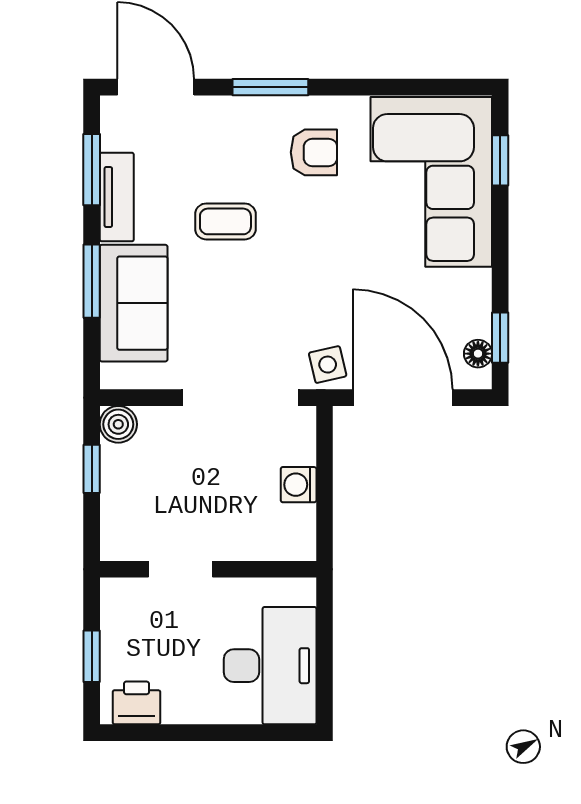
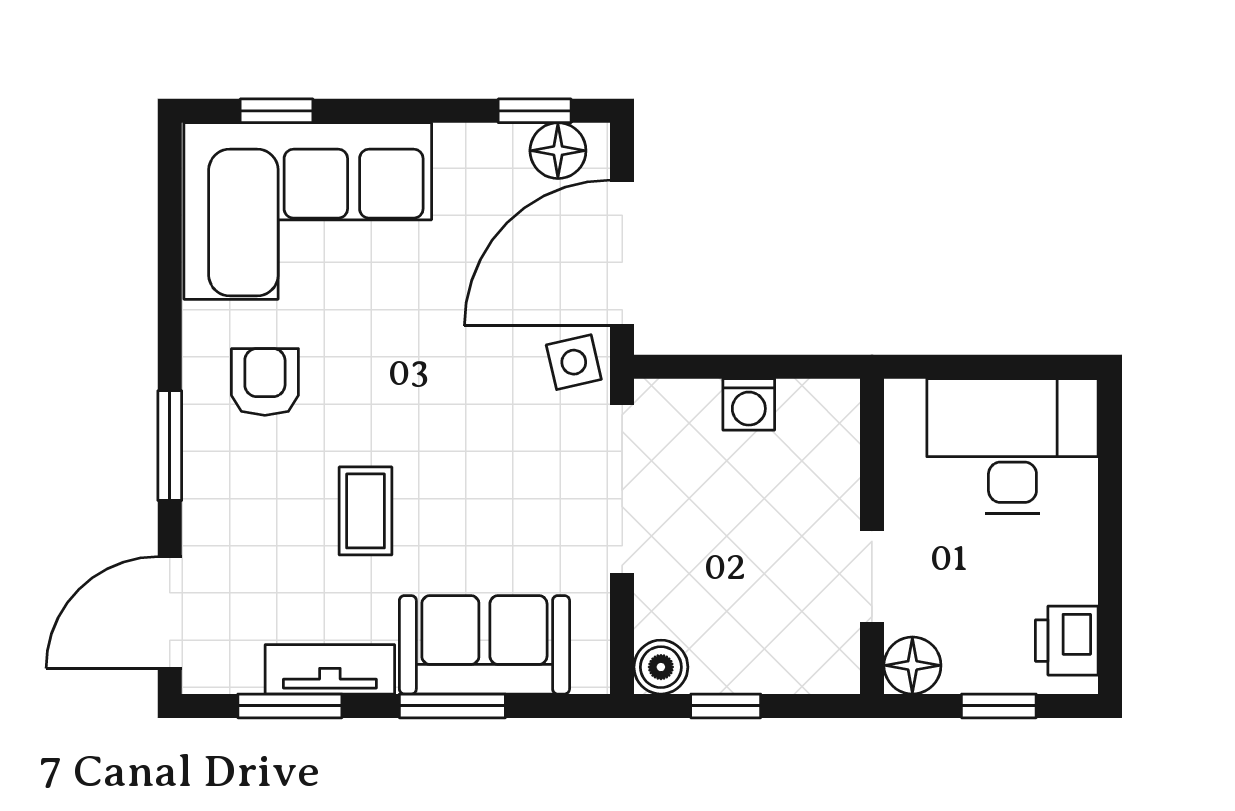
floor lamp: (478, 354) -> (558, 151), width x1.37, depth x1.37
floor lamp: (119, 597) -> (912, 665), added

